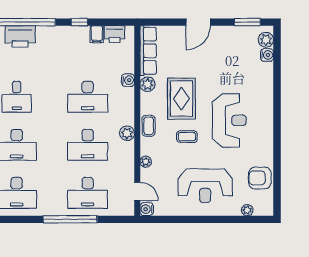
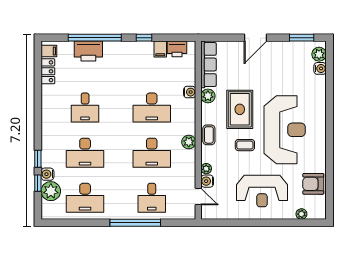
reception desk: (229, 120) -> (285, 130), width x1.36, depth x1.30
desk: (88, 193) -> (152, 198), width x0.73
water cooler: (147, 209) -> (207, 181), moved

